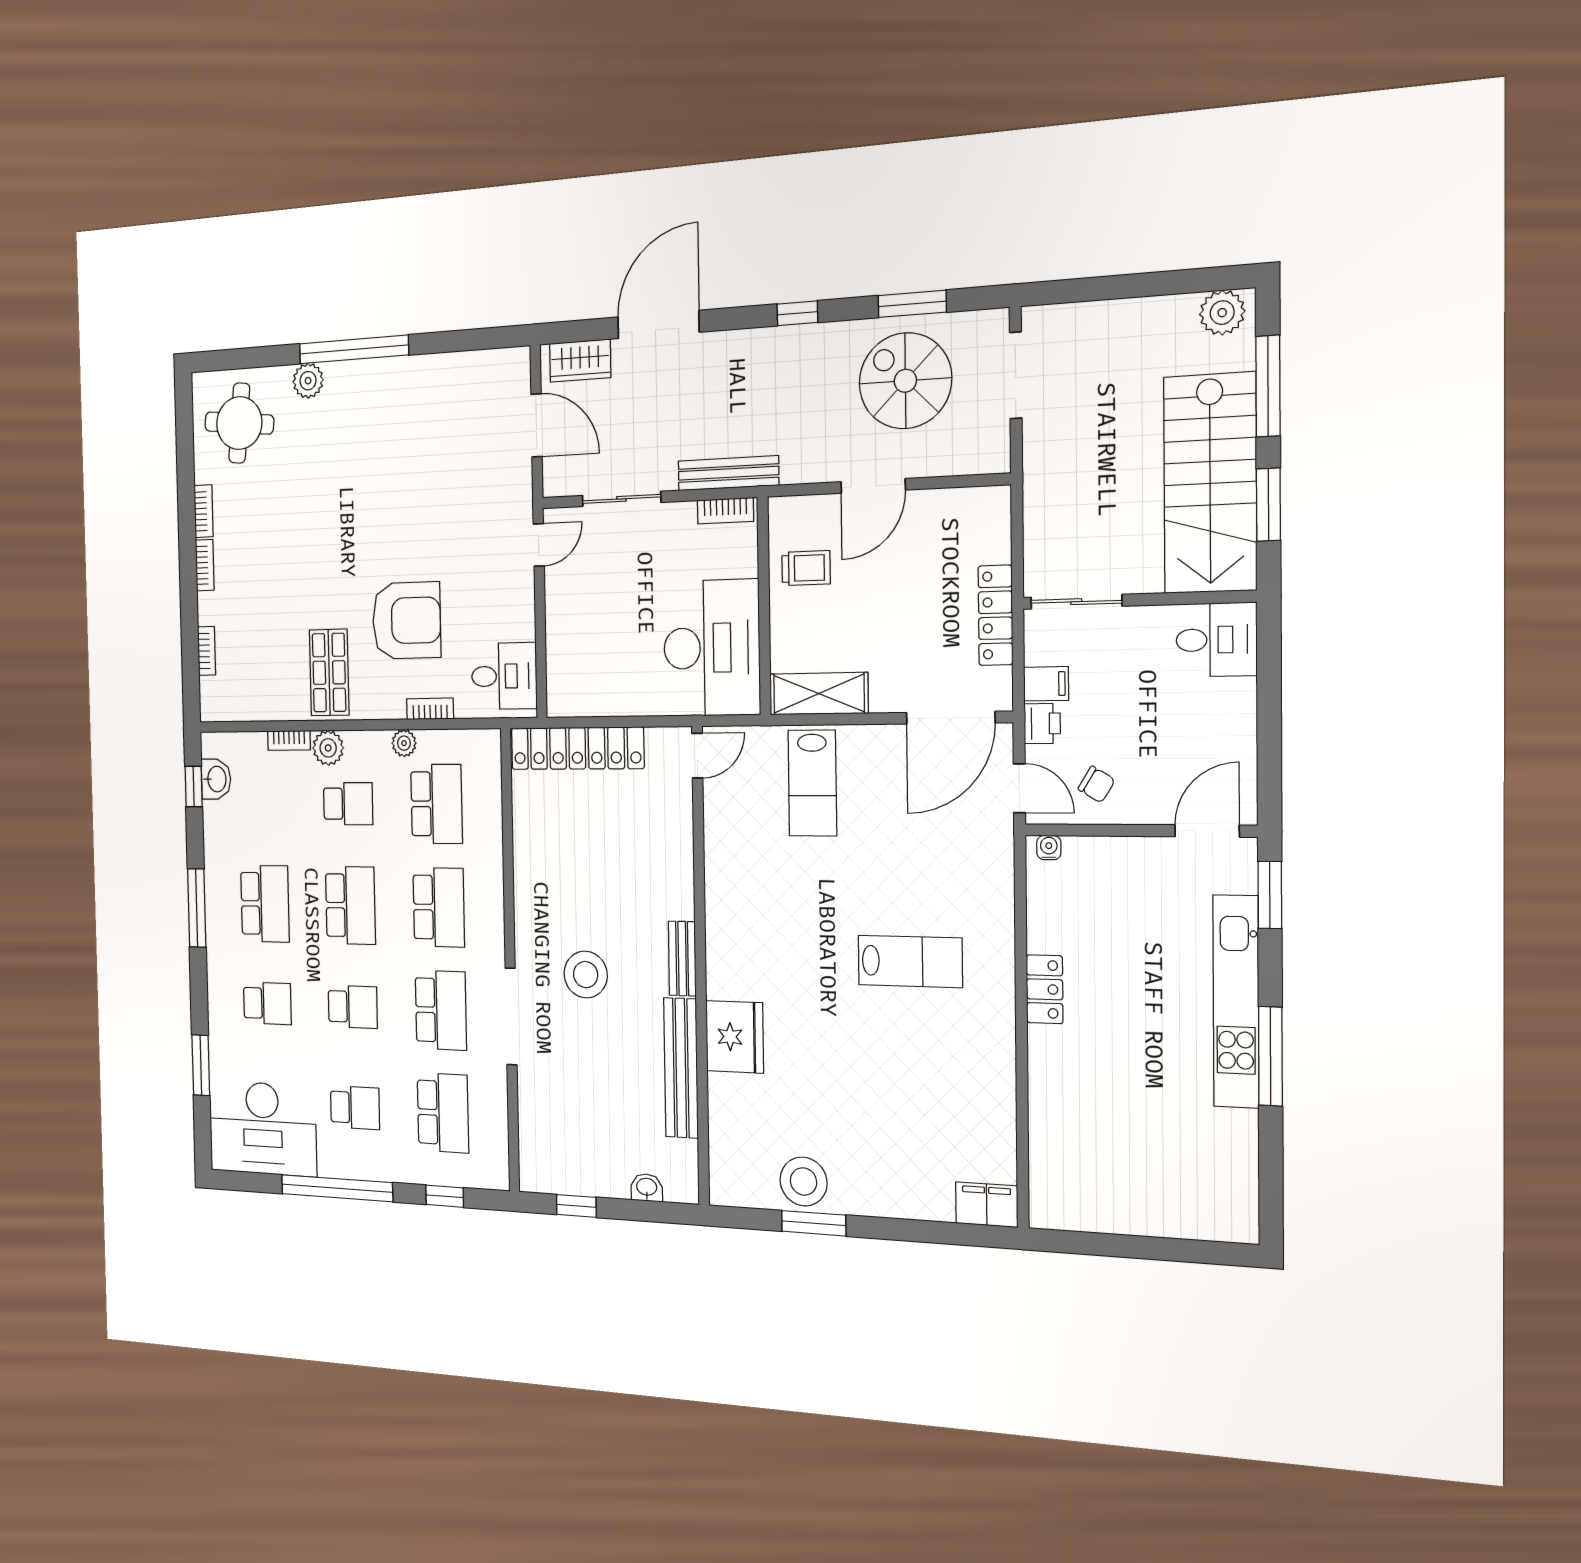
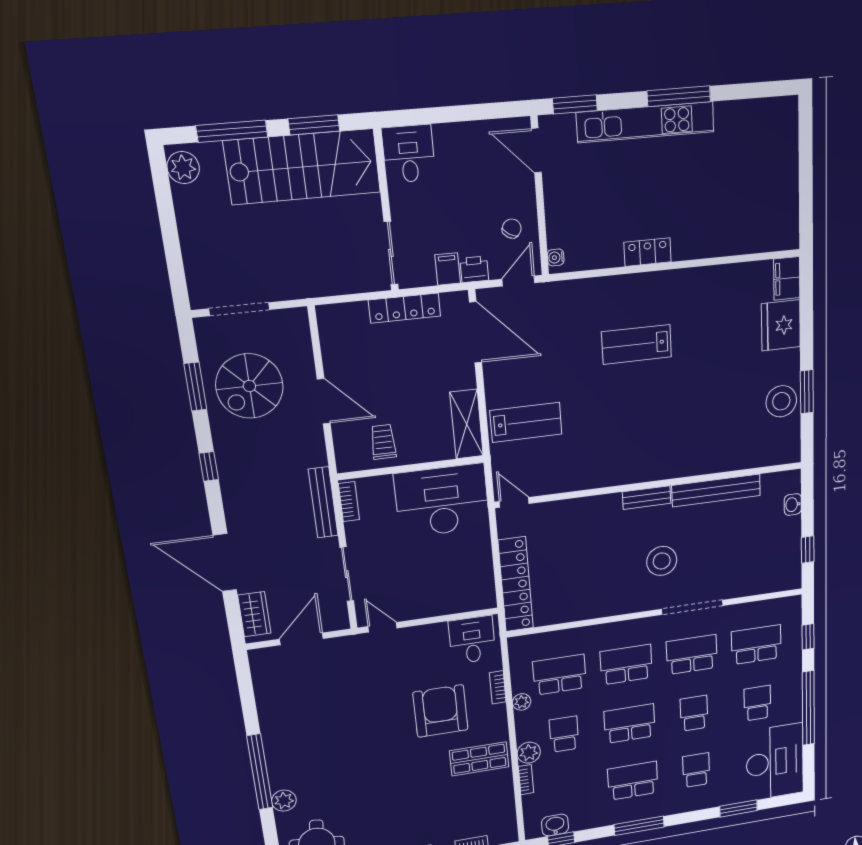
lab bench: (910, 961) -> (637, 344), turned -90
fridge: (735, 1037) -> (781, 325), moved, turned -90

